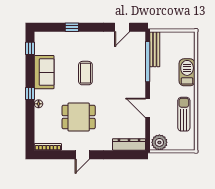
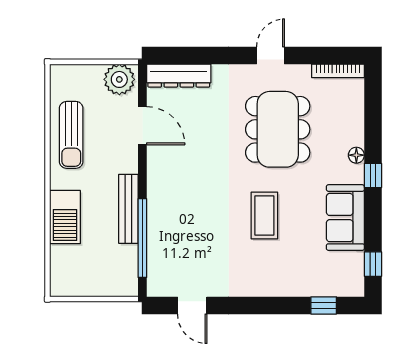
window: (72, 27) -> (324, 305), moved
door: (122, 27) -> (192, 305), swing flipped
bench: (155, 49) -> (128, 209), moved
door: (148, 108) -> (142, 126), moved
dining table: (79, 117) -> (278, 129), width x1.38

